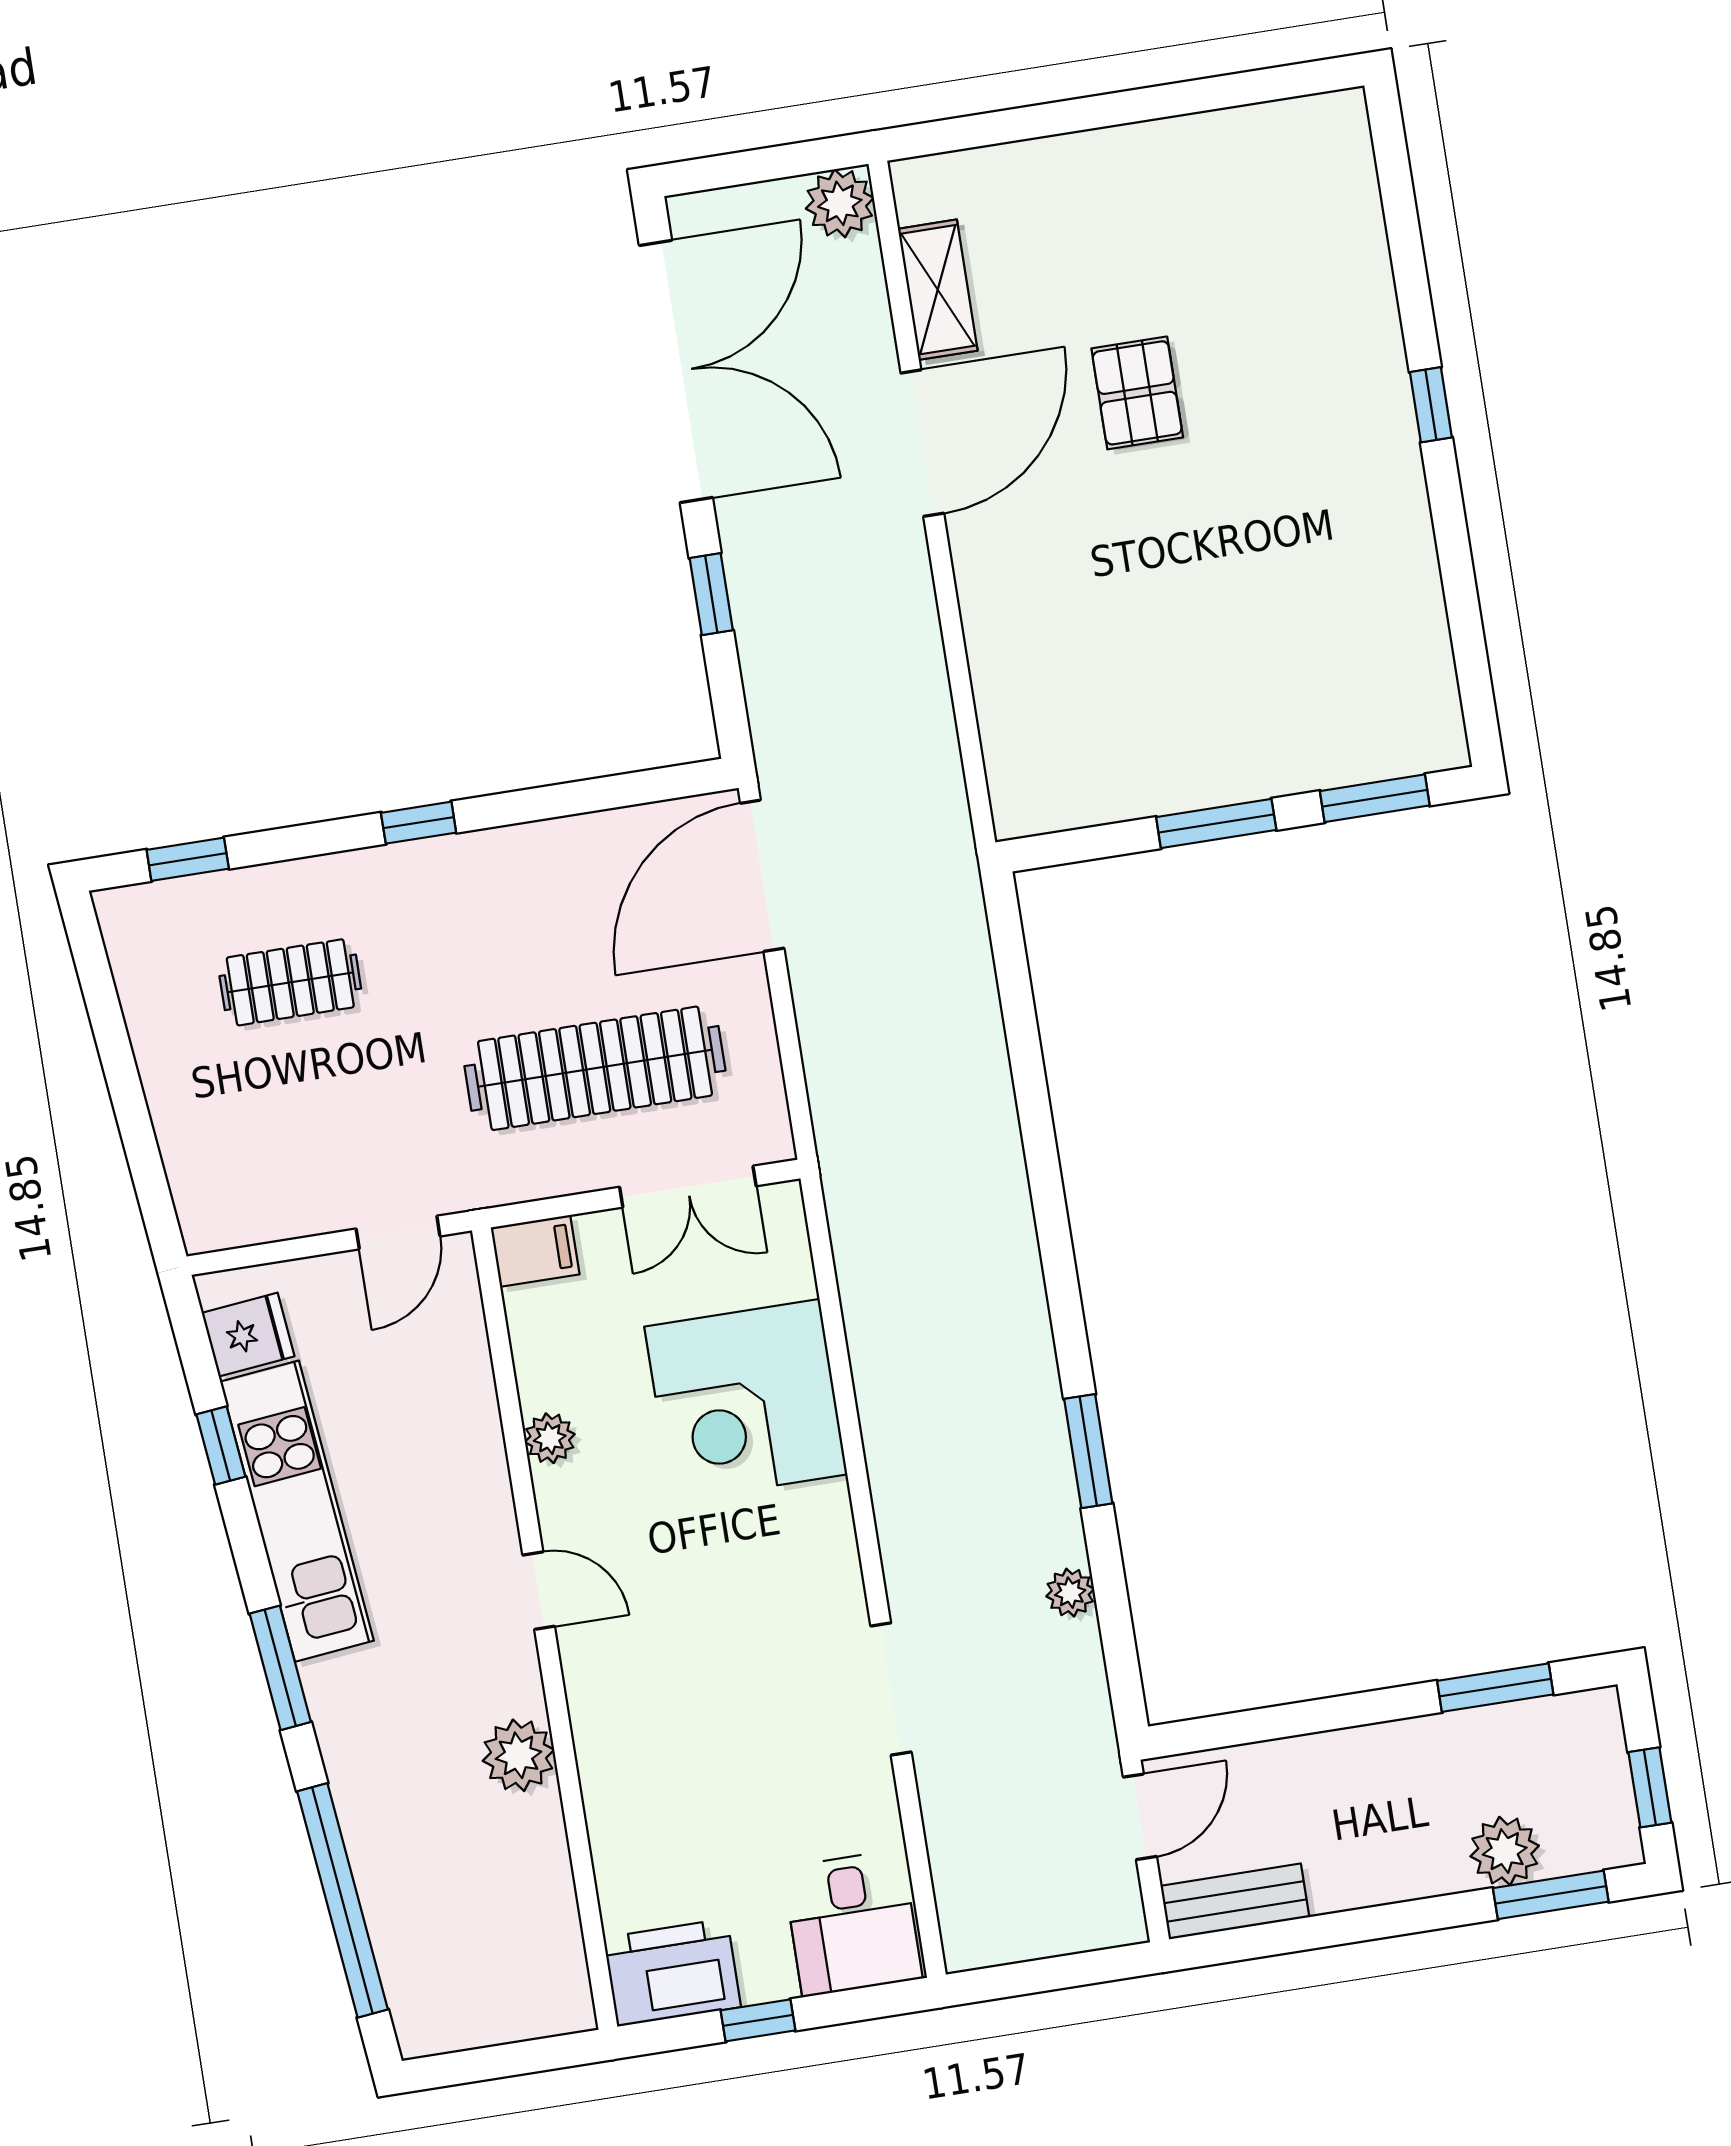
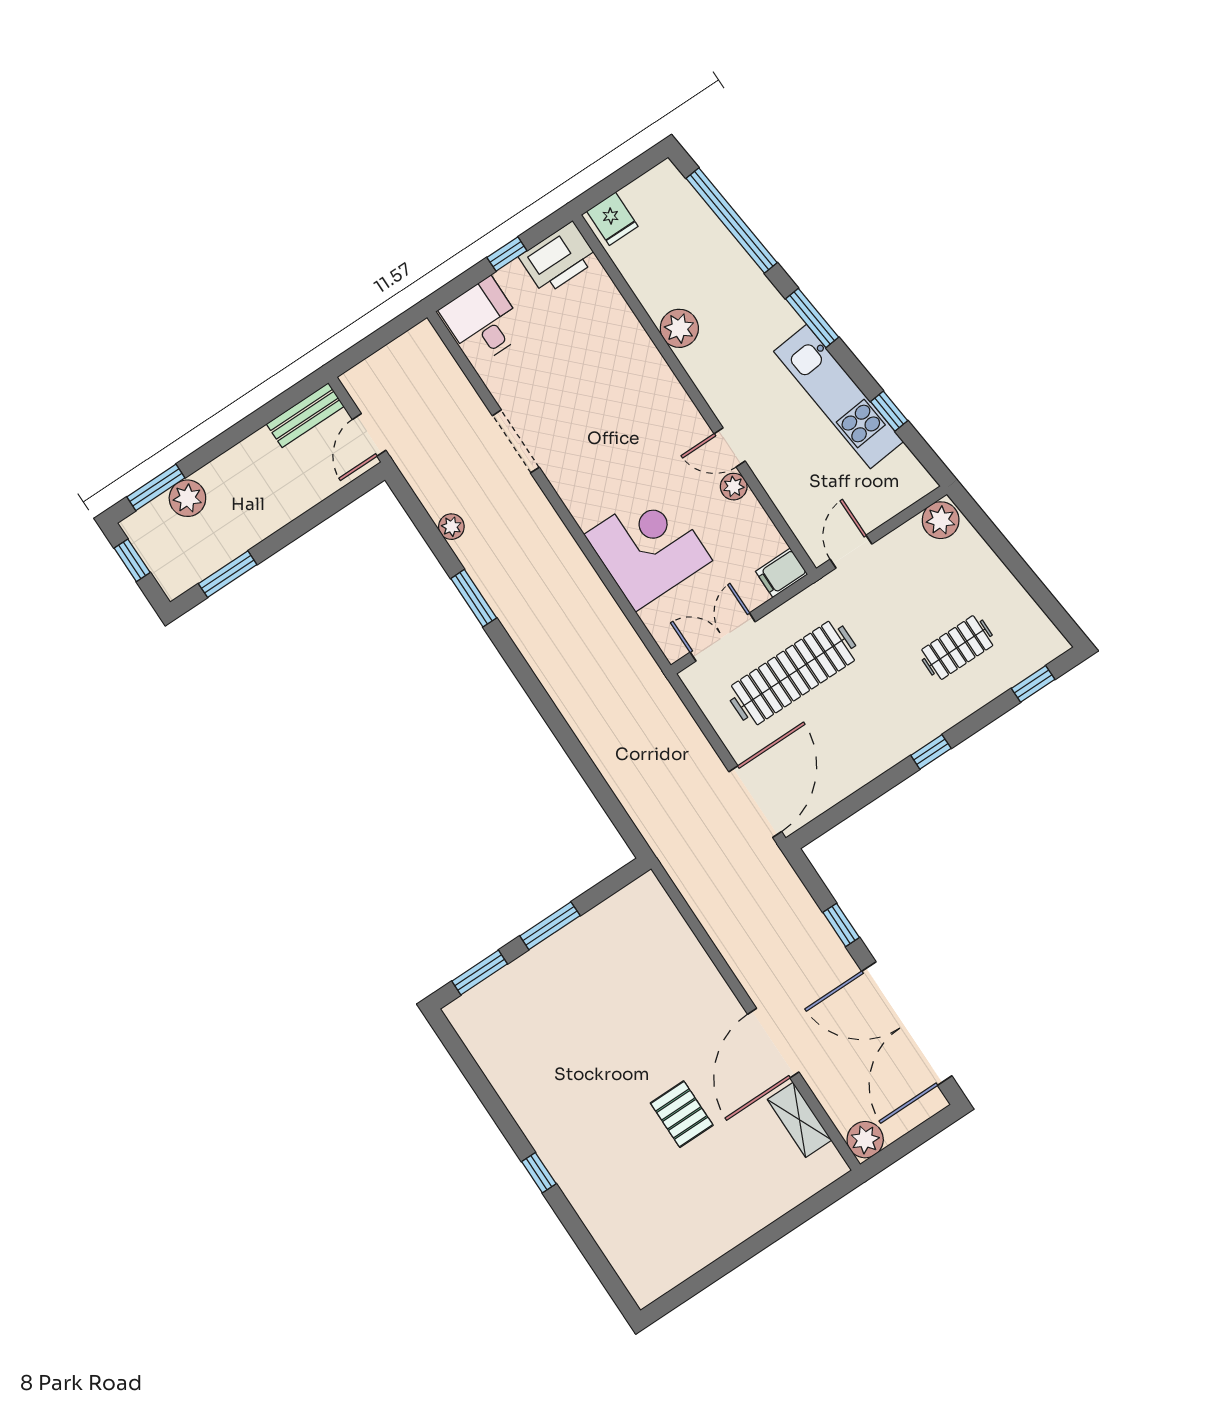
plant: (218, 1216) -> (941, 520), added
fridge: (248, 1335) -> (612, 219), moved, turned -84
door: (539, 1591) -> (730, 447), moved

